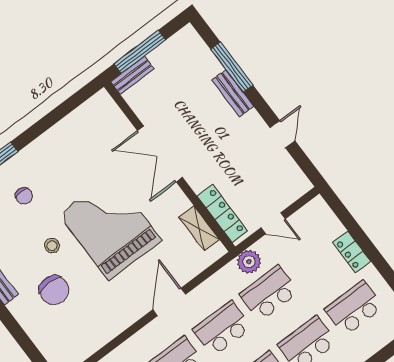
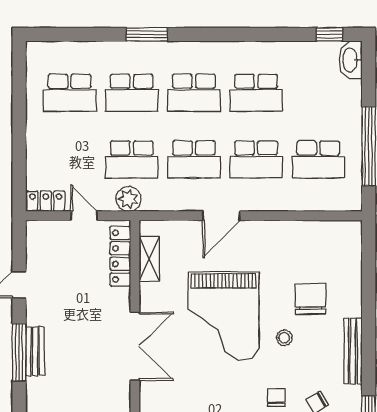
window: (232, 67) -> (19, 352), moved
locker: (352, 252) -> (46, 201), moved, turned -90

